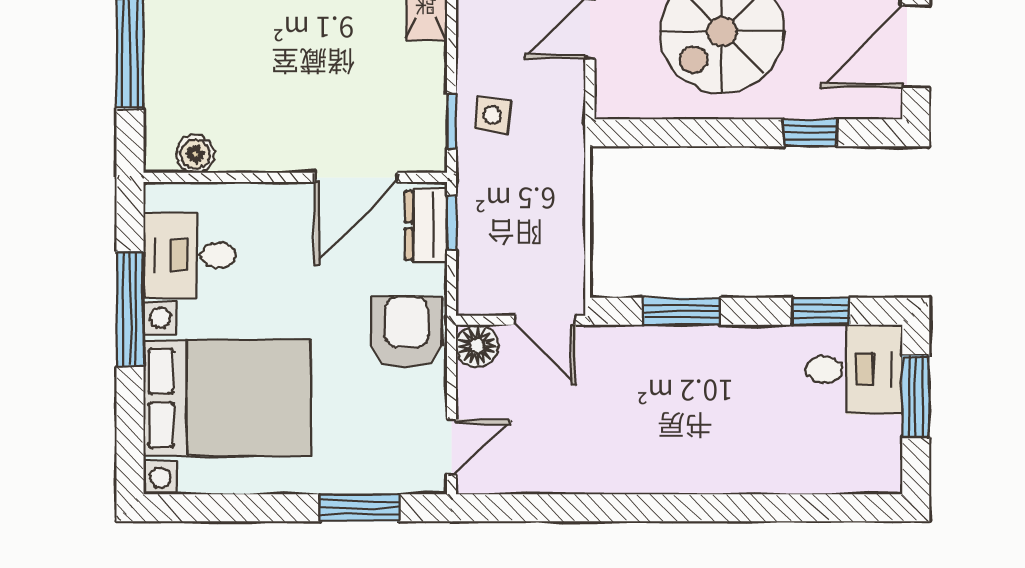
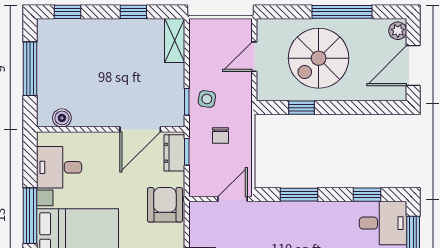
window: (810, 133) -> (301, 108), moved
chair: (521, 190) -> (221, 136), added
window: (130, 309) -> (30, 216), moved
door: (545, 320) -> (232, 199), swing flipped
floor lamp: (477, 346) -> (199, 212), removed

